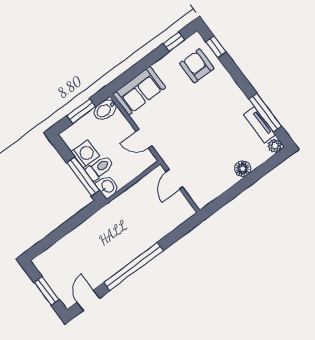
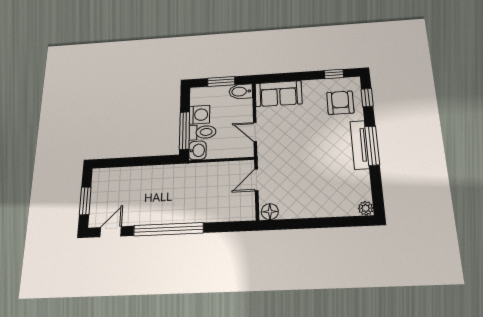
window: (265, 113) -> (372, 146), moved
tv unit: (259, 125) -> (360, 145), moved, width x1.41
floor lamp: (243, 169) -> (270, 212), moved

